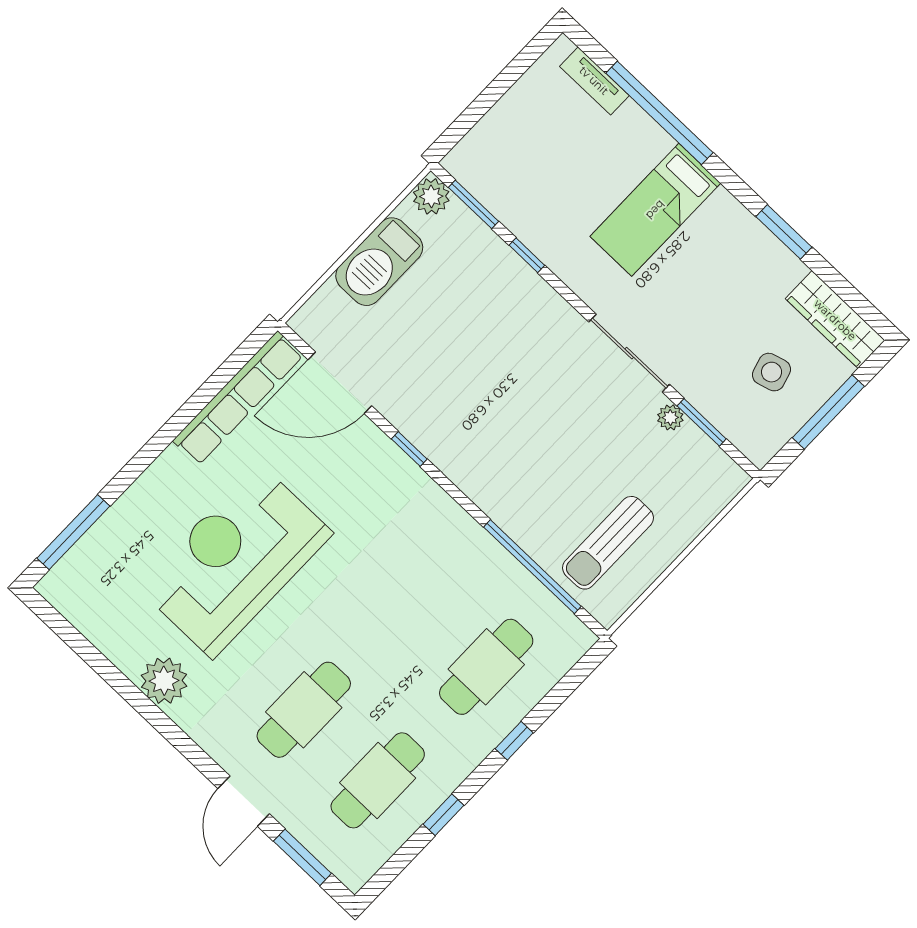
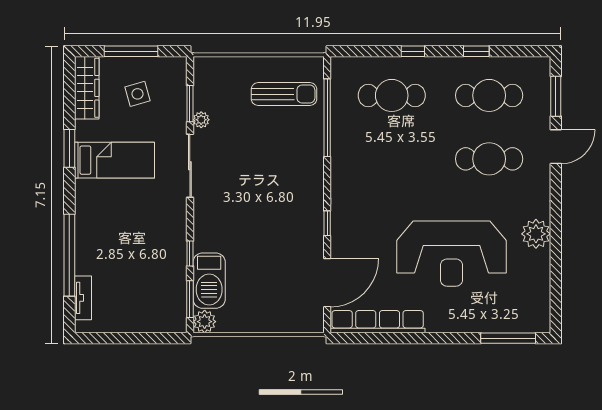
bed: (655, 210) -> (115, 160), moved
barbecue: (379, 262) -> (209, 281), moved, turned 90
door: (340, 383) -> (327, 283), hinge flipped

